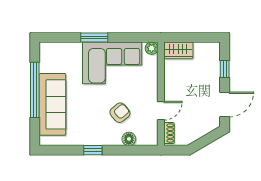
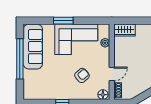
plant: (152, 48) -> (105, 43), moved
sofa: (52, 104) -> (33, 47), moved
floor lamp: (129, 139) -> (103, 95), moved

